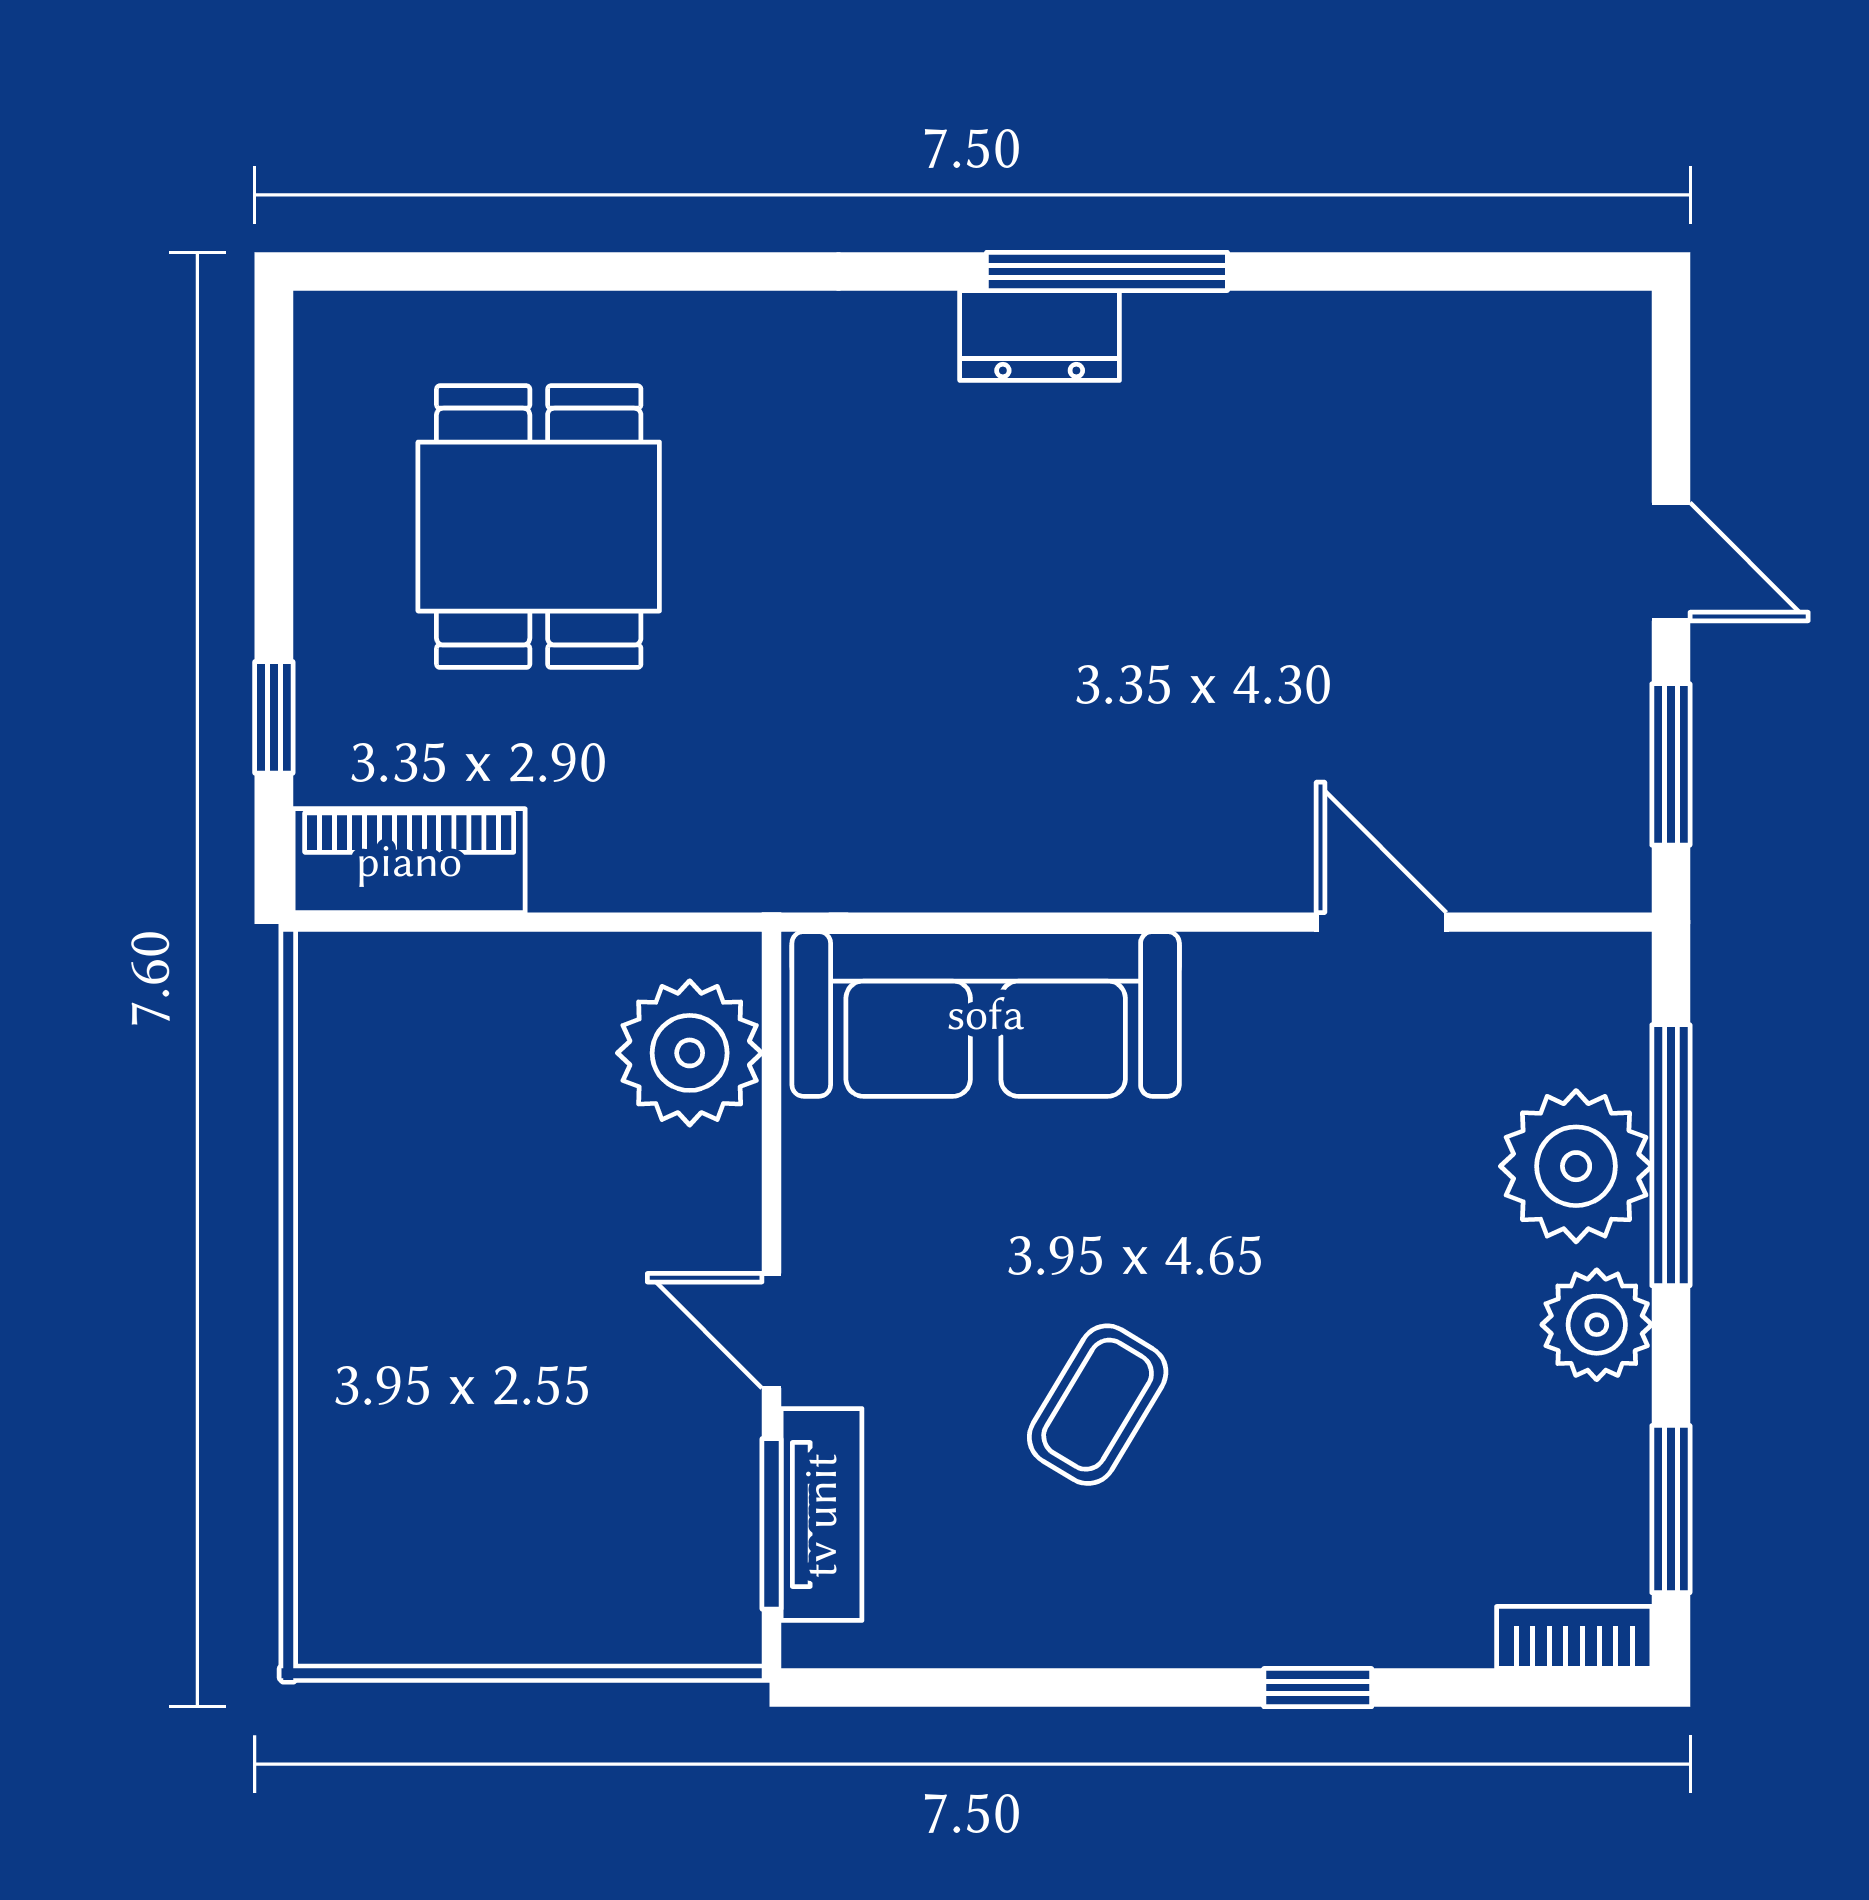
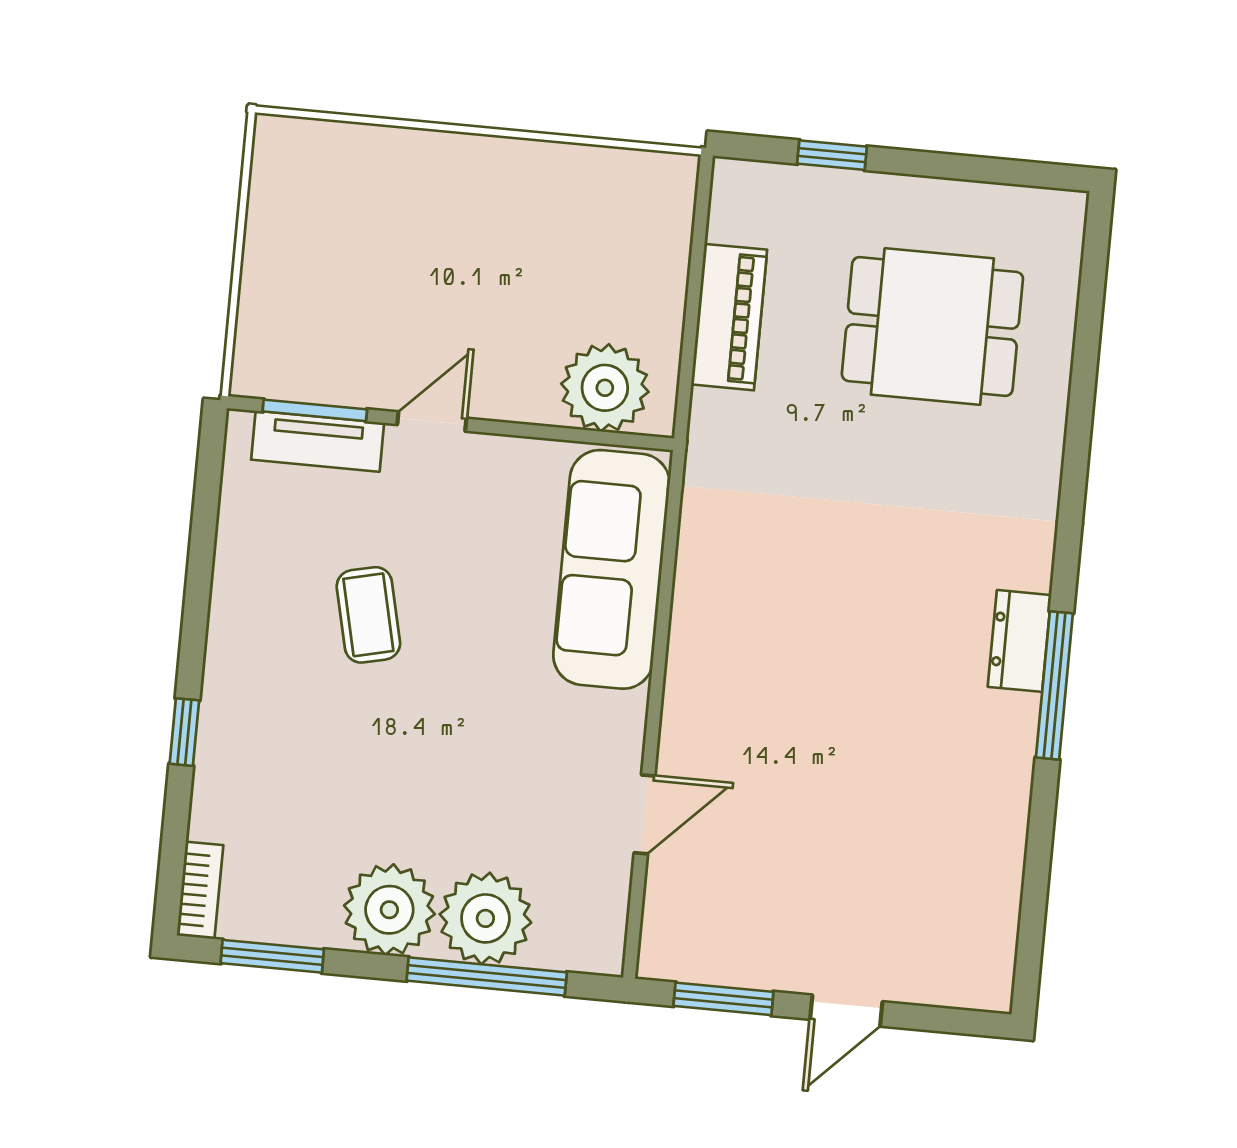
piano: (409, 861) -> (729, 317), moved
plant: (1597, 1325) -> (389, 910), width x1.36, depth x1.36
coffee table: (1098, 1405) -> (368, 615), turned 46

